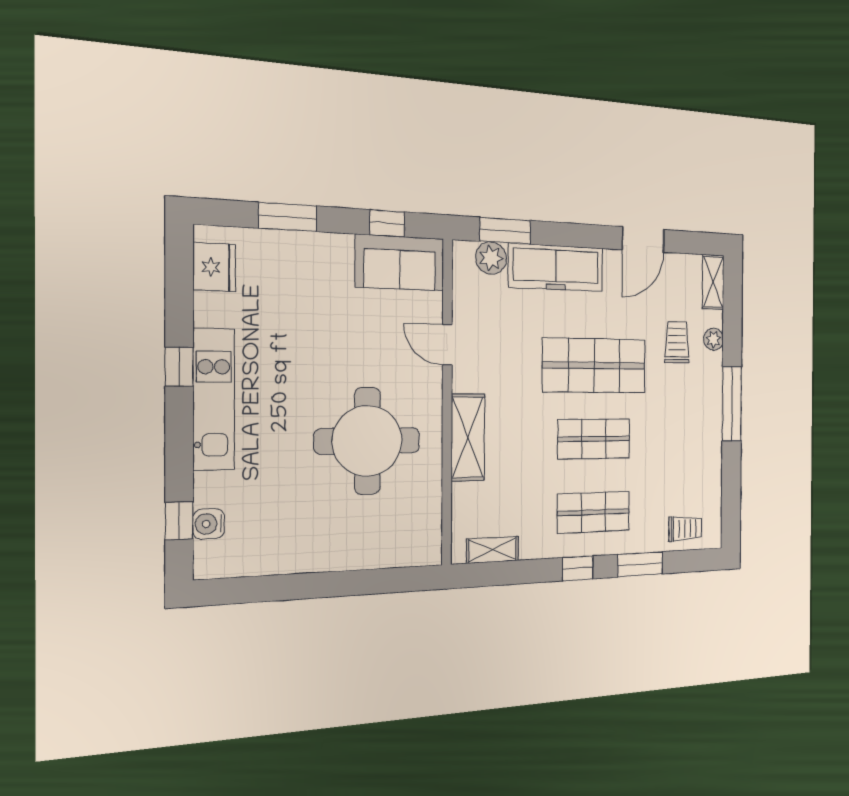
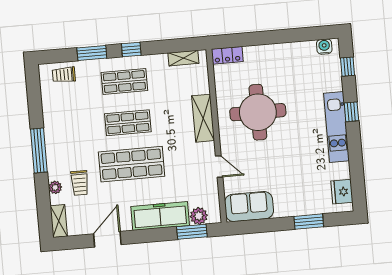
window: (387, 223) -> (258, 226), removed
window: (179, 367) -> (351, 112), moved
water cooler: (209, 524) -> (324, 47), moved, turned -90
locker: (415, 552) -> (227, 55), added

